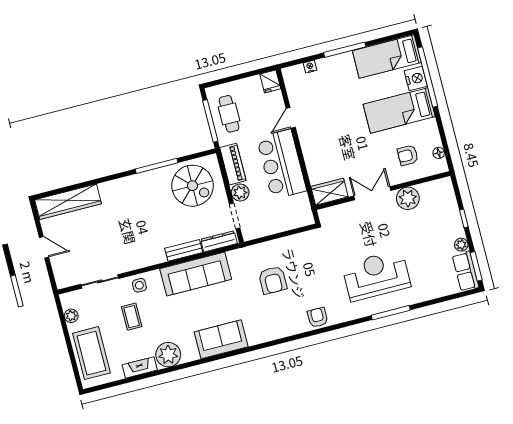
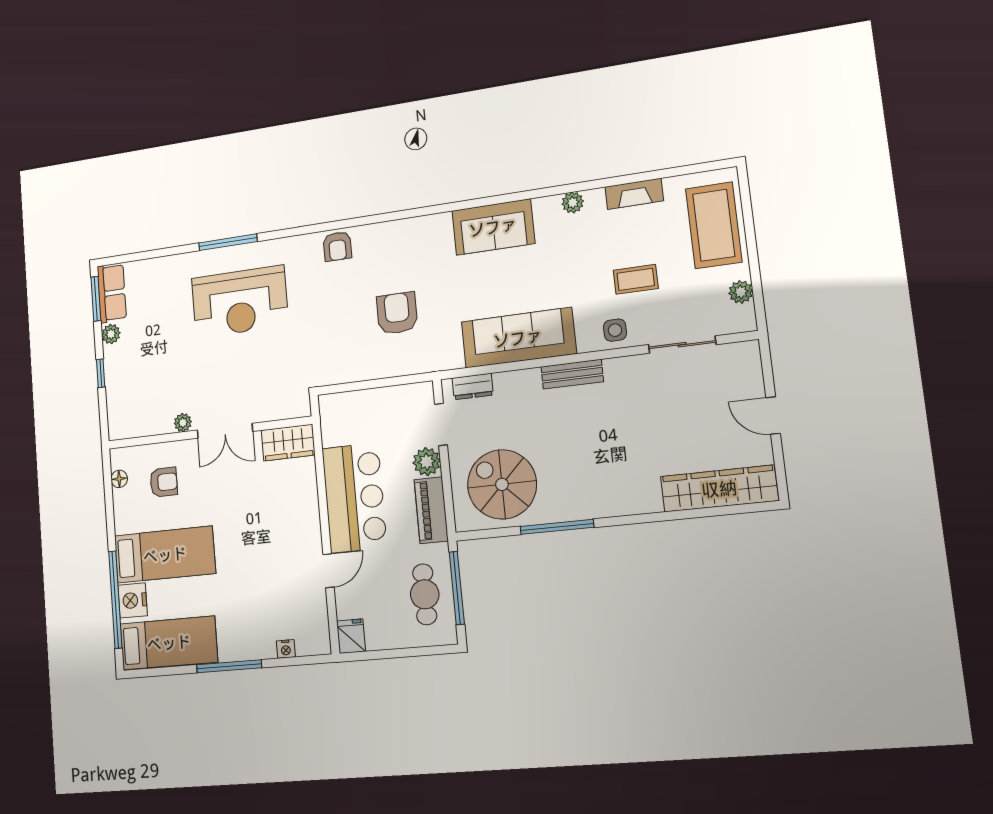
plant: (408, 198) -> (183, 423), width x0.53, depth x0.53
dresser: (219, 241) -> (473, 386), width x0.70
bench: (184, 250) -> (572, 374), moved
coffee table: (132, 317) -> (636, 279), turned 90
plant: (168, 355) -> (573, 203), width x0.53, depth x0.53

